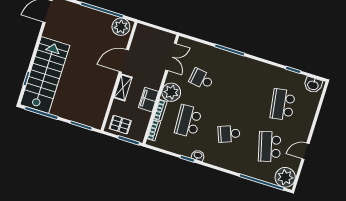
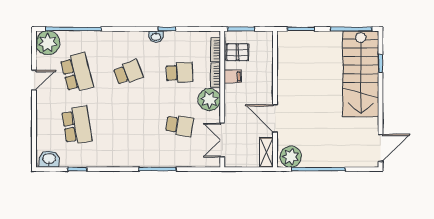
door: (124, 61) -> (275, 119), swing flipped
shelving: (123, 87) -> (266, 152), moved
filing cabinet: (149, 100) -> (233, 76), width x0.50
school desk: (188, 121) -> (179, 73), width x0.54
pallet: (120, 125) -> (237, 52), moved

